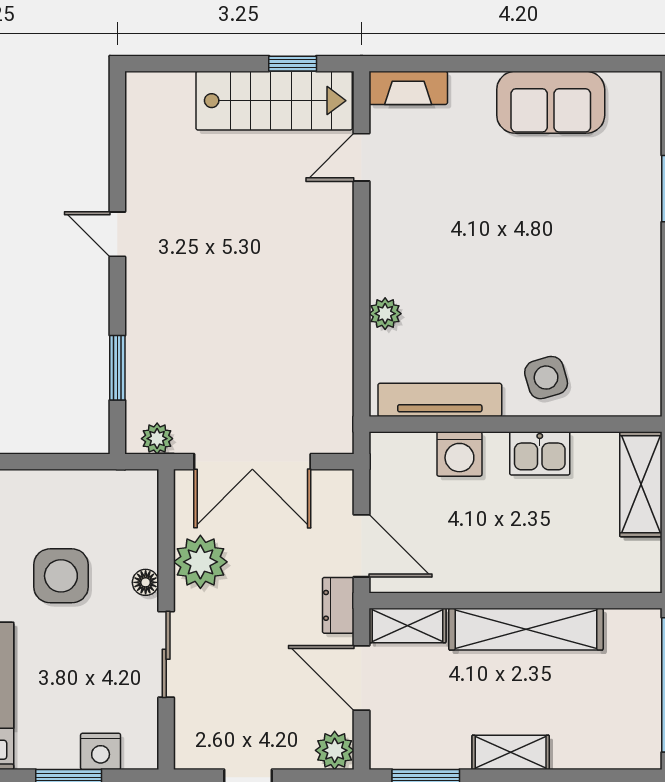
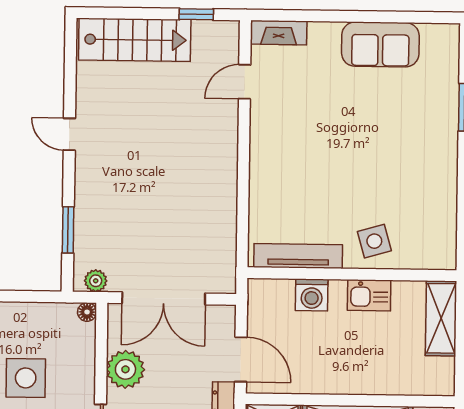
stairs: (274, 101) -> (135, 40), moved
plant: (385, 314) -> (260, 194), removed
floor lamp: (146, 582) -> (87, 312), moved

